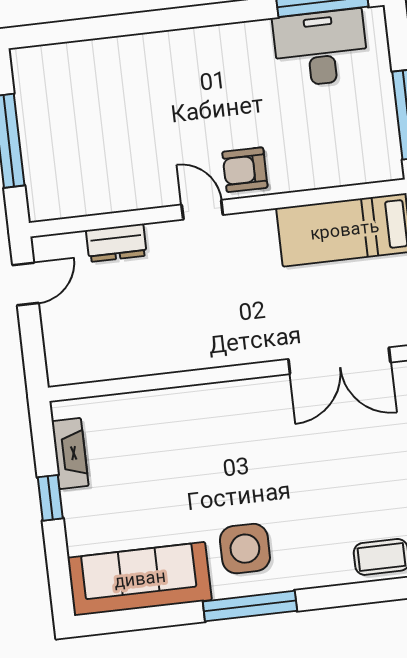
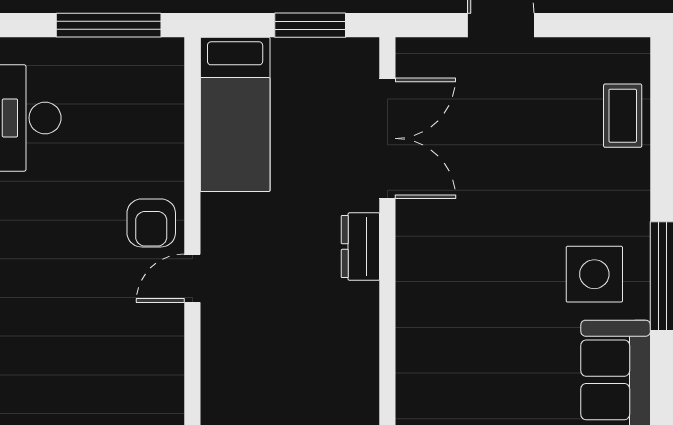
dresser: (116, 243) -> (360, 247), moved, turned 180

